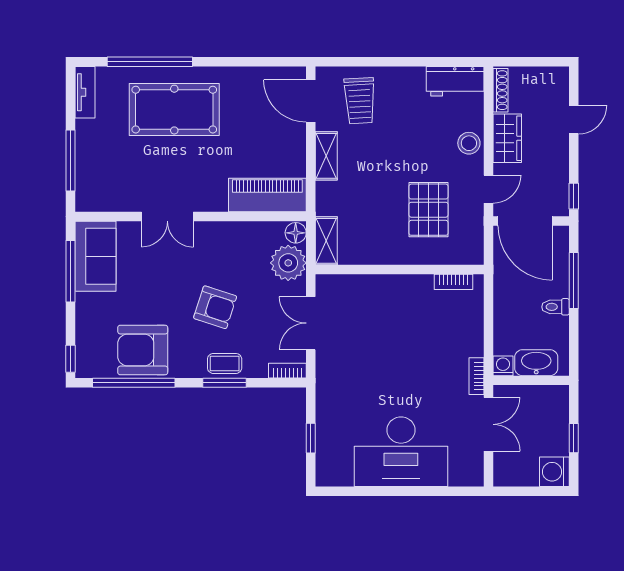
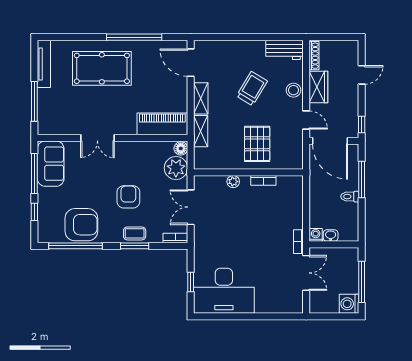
window: (150, 62) -> (134, 37), moved
tv unit: (85, 92) -> (44, 64), width x1.41
trolley: (360, 101) -> (252, 89), moved, turned -146
door: (488, 189) -> (306, 120), hinge flipped
pallet: (428, 210) -> (257, 144), moved
shelving: (326, 241) -> (201, 131), moved
bookcase: (454, 282) -> (263, 180), moved
plant: (376, 284) -> (233, 182), added
armchair: (215, 307) -> (128, 197), turned -108
armchair: (143, 350) -> (81, 225), turned 180
window: (71, 359) -> (34, 212), moved
washbasin: (536, 363) -> (331, 236), width x0.52, depth x0.69
window: (574, 438) -> (362, 282), width x2.17
desk: (401, 452) -> (224, 291), moved

